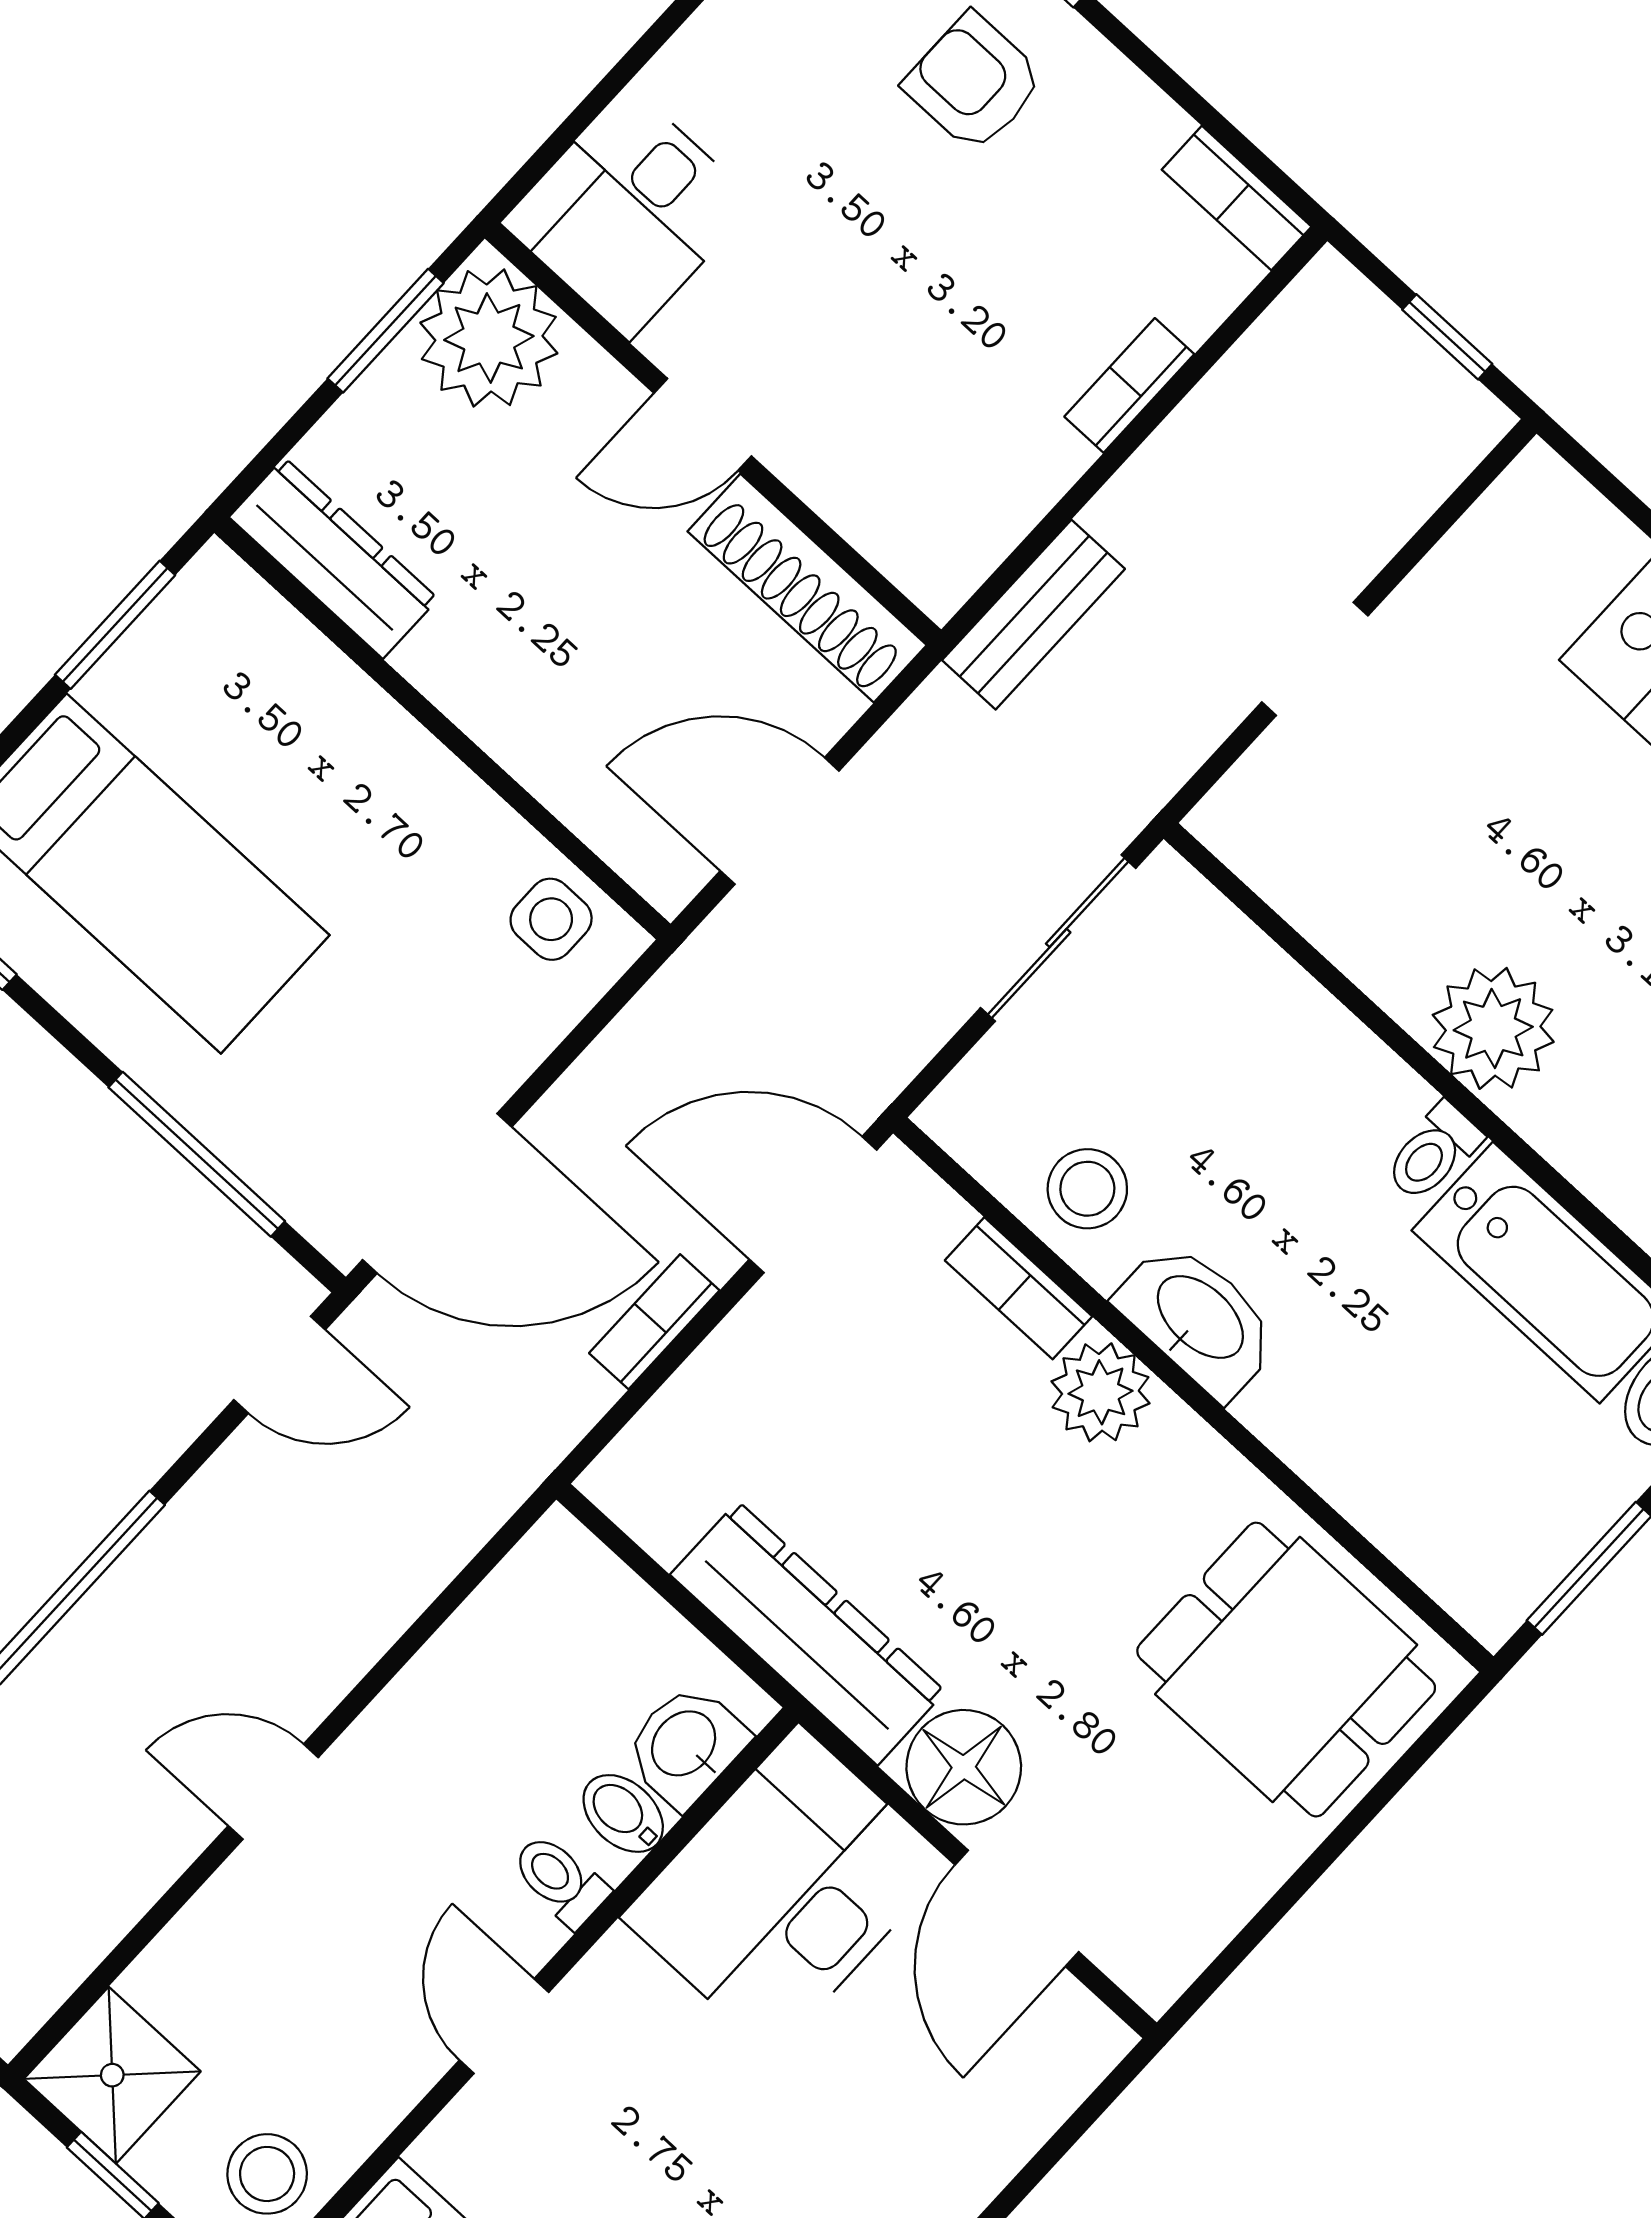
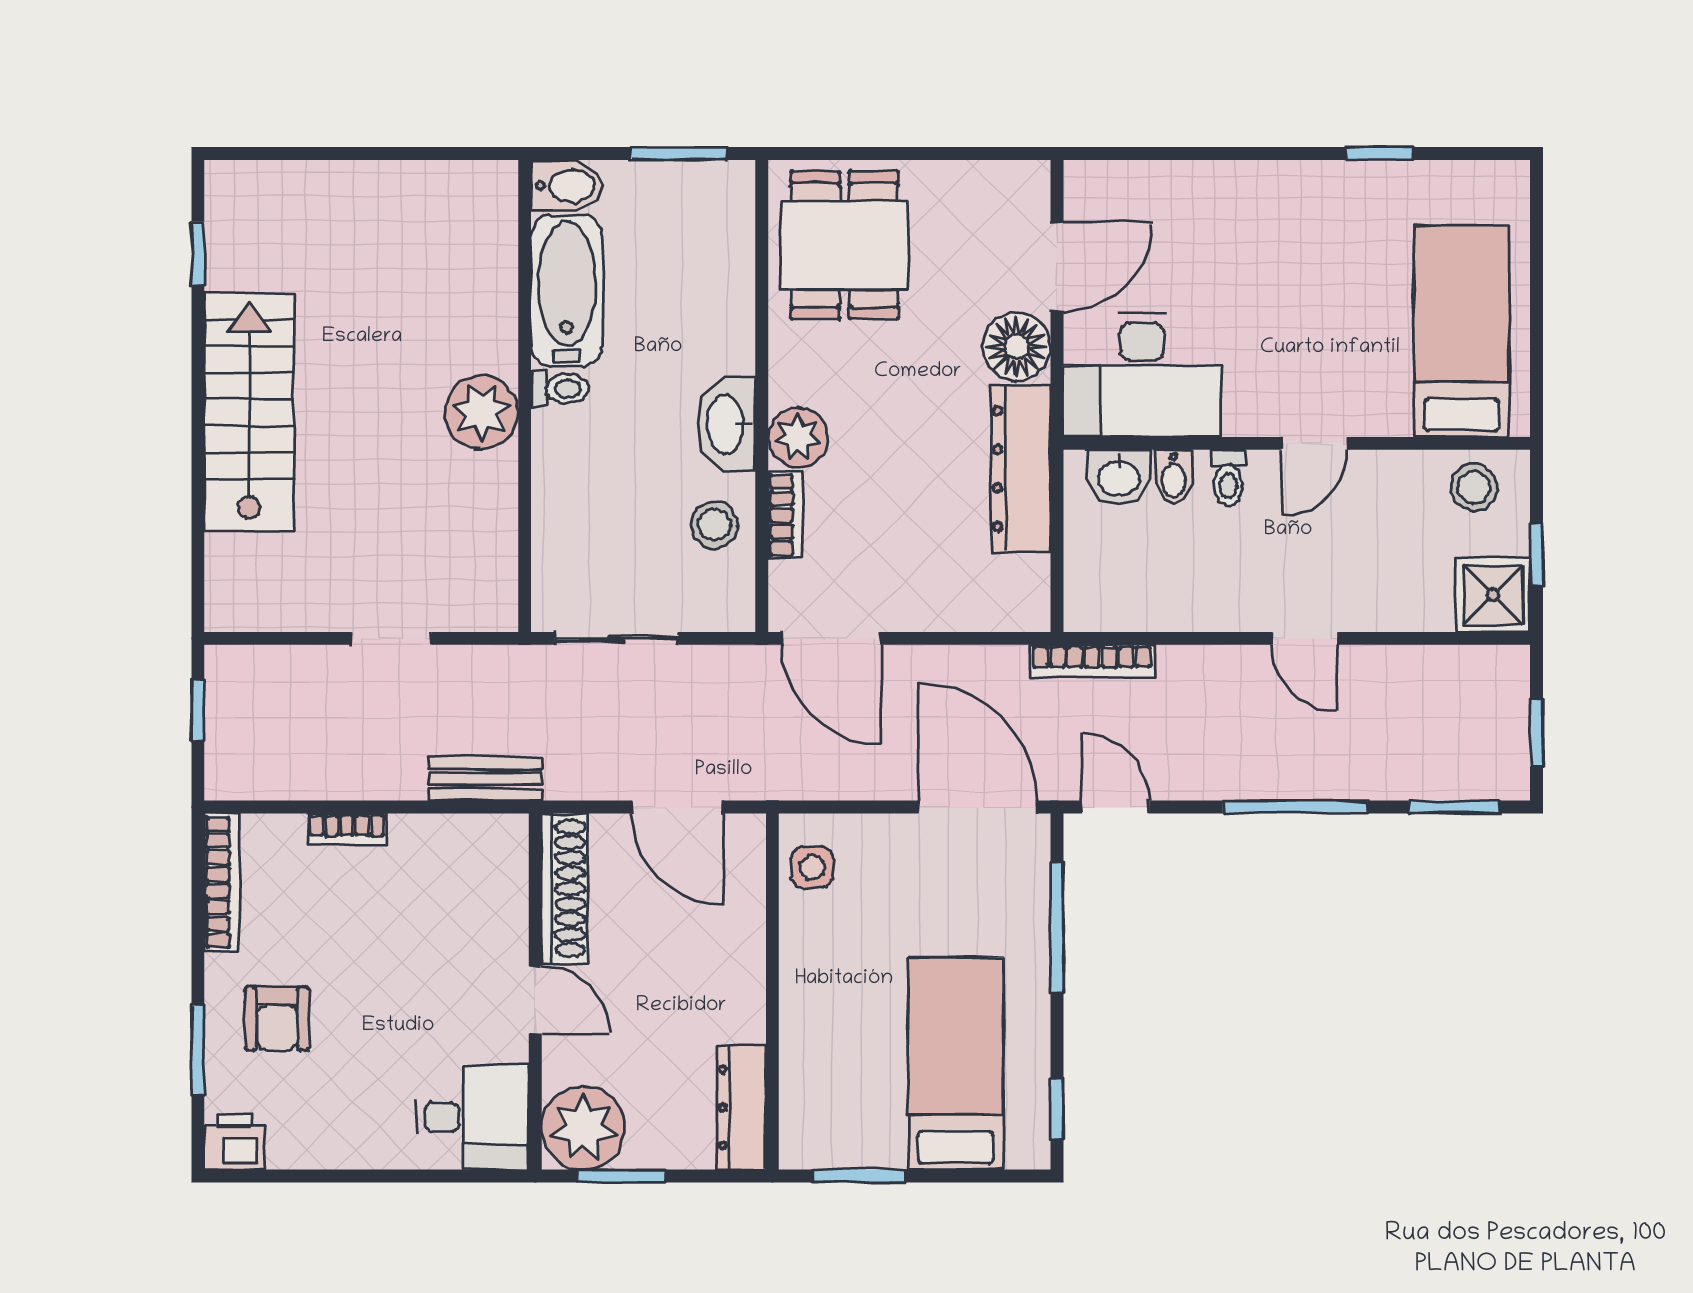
bookcase: (1237, 198) -> (222, 882), width x1.56
bookcase: (654, 1322) -> (1092, 661), moved, width x1.56

